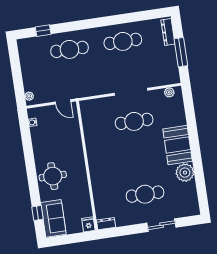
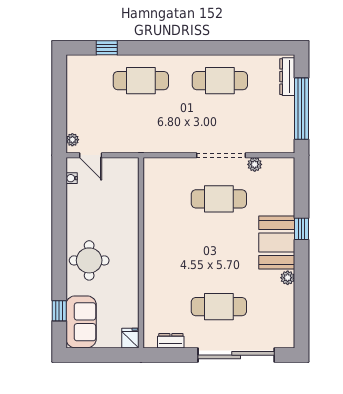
window: (181, 52) -> (302, 109), width x1.46
plant: (169, 92) -> (255, 164), moved
door: (63, 102) -> (91, 155), moved
window: (193, 133) -> (302, 229), added
plant: (185, 173) -> (288, 278), width x0.53, depth x0.53
dresser: (106, 224) -> (171, 341), moved
sliding door: (162, 225) -> (236, 355), width x1.86

